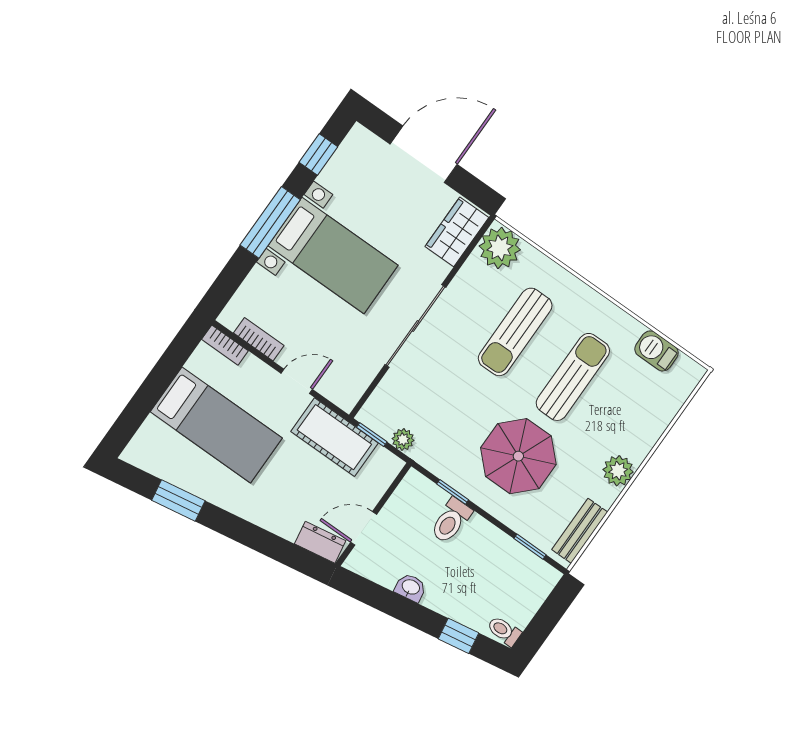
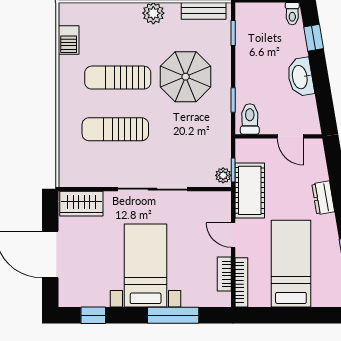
window: (270, 222) -> (173, 315), moved
plant: (500, 248) -> (73, 172), removed
sun lounger: (515, 332) -> (115, 129), turned 180
bookcase: (225, 345) -> (241, 282), width x1.56
plant: (403, 440) -> (223, 175), moved
toilet: (451, 521) -> (250, 119), moved, turned -90
dresser: (320, 542) -> (323, 198), moved
washbasin: (411, 587) -> (300, 77), width x1.91, depth x1.45

